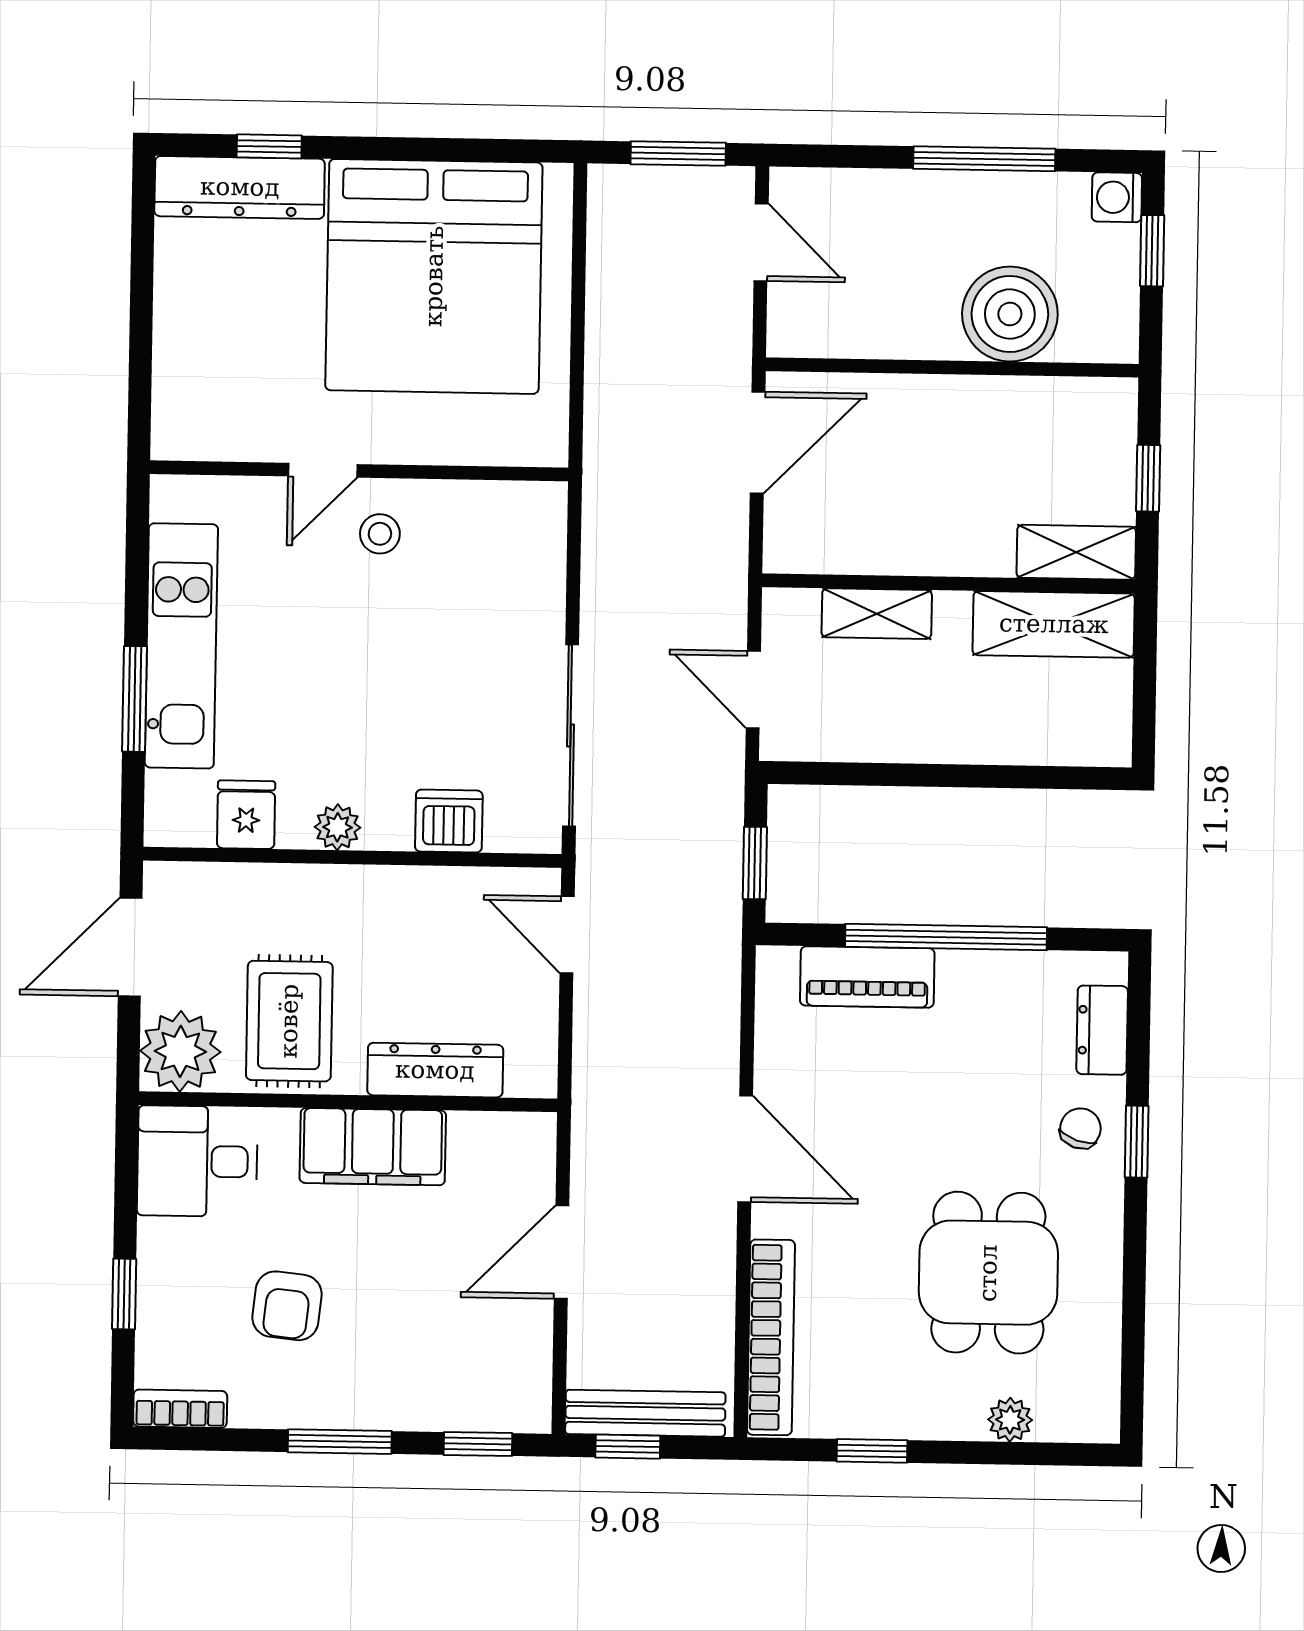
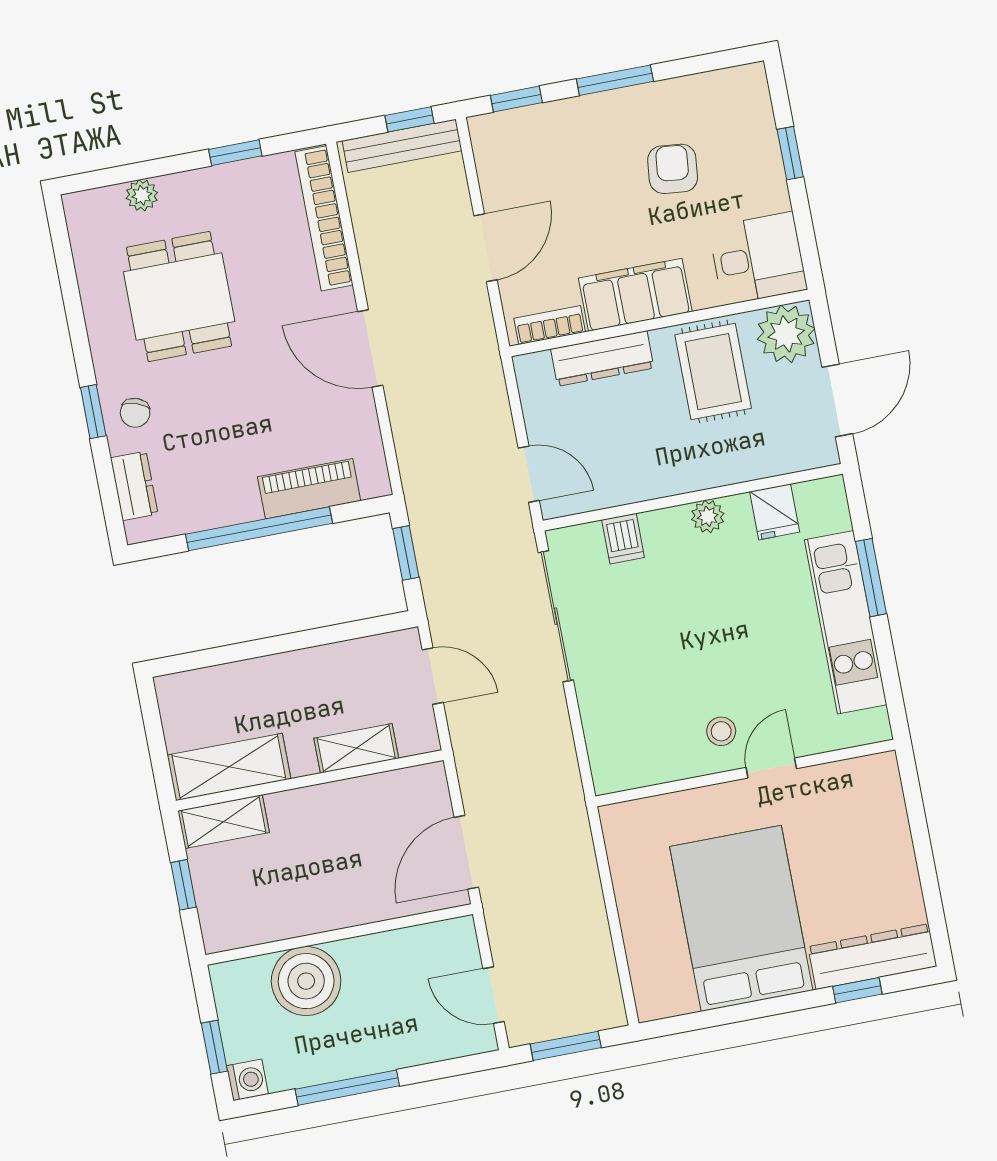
bed: (434, 276) -> (741, 918), width x0.73
dishwasher: (449, 821) -> (623, 539), width x0.73
bookcase: (180, 1409) -> (550, 325), moved, turned 180

